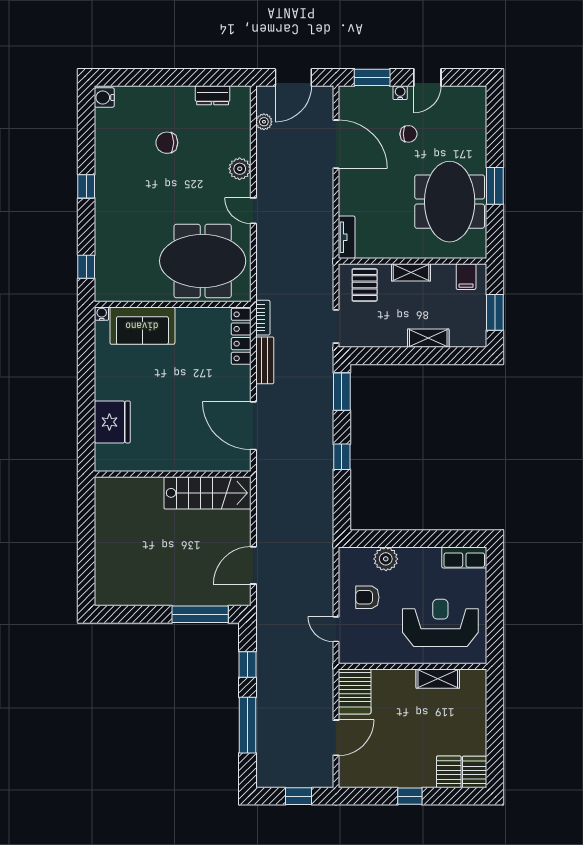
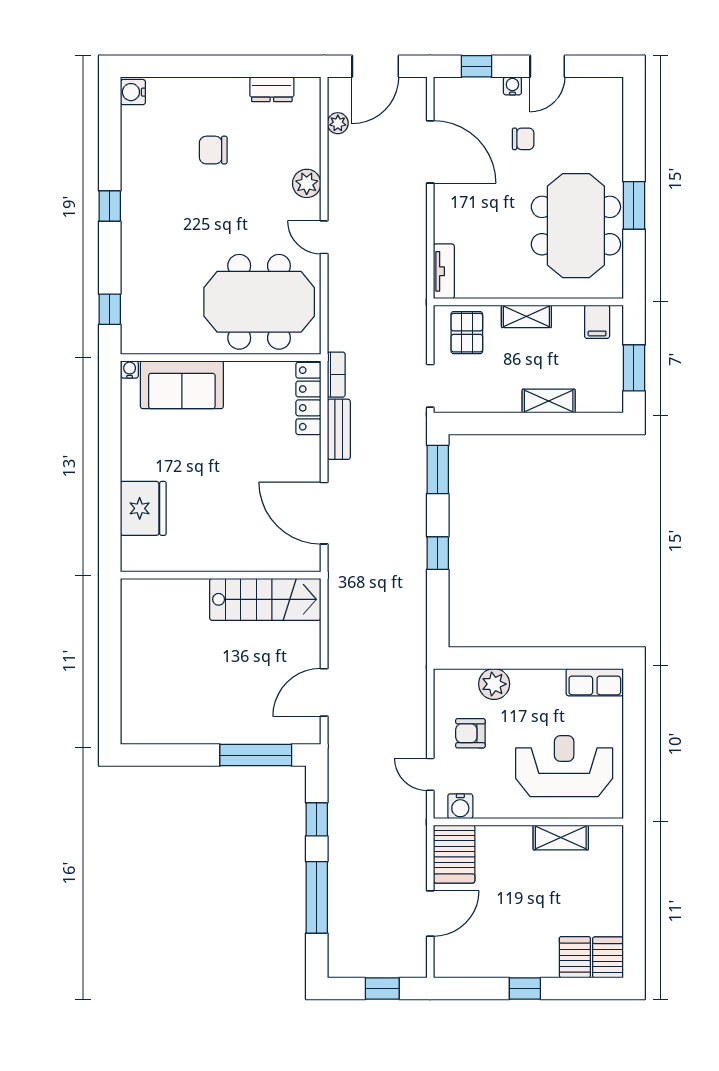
window: (372, 77) -> (476, 66), width x0.67
water cooler: (359, 654) -> (460, 806), added

